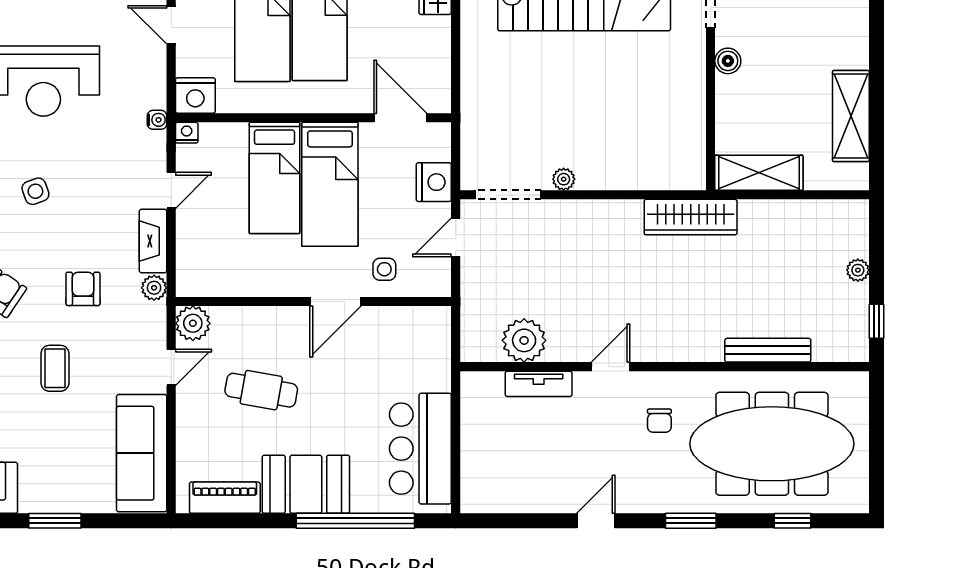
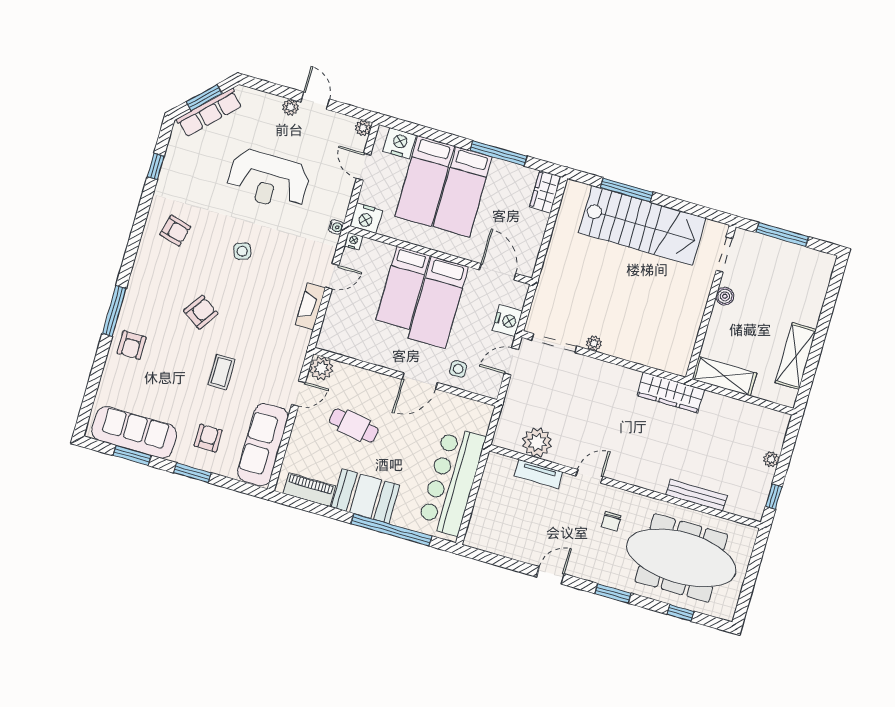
plant: (154, 288) -> (302, 338), removed
armchair: (83, 289) -> (208, 438), moved
bar counter: (420, 449) -> (452, 481), width x1.36

